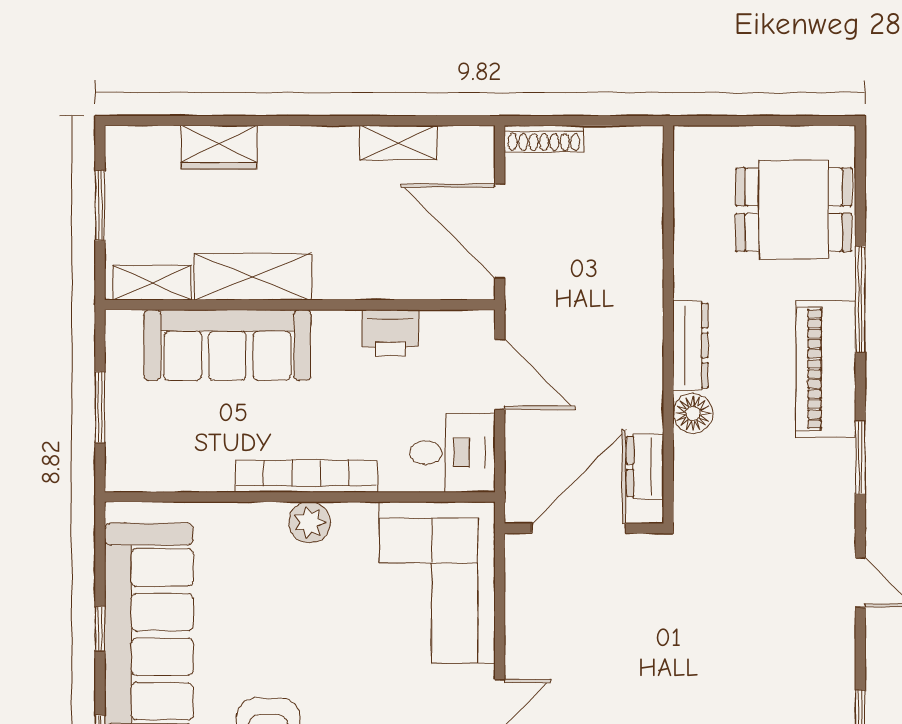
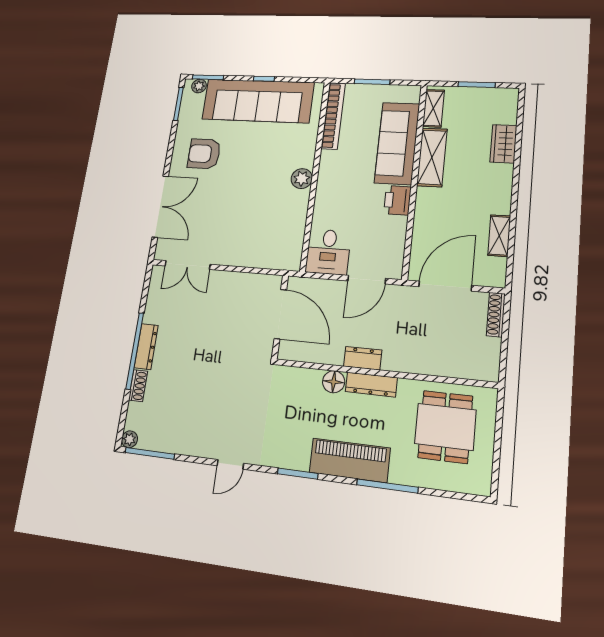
dining table: (794, 210) -> (445, 427), moved
printer: (390, 333) -> (398, 200), moved
dresser: (645, 467) -> (363, 358), moved
bookcase: (306, 476) -> (333, 116), moved
corner sofa: (437, 583) -> (263, 239), removed

